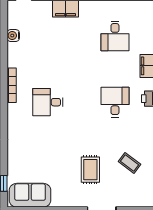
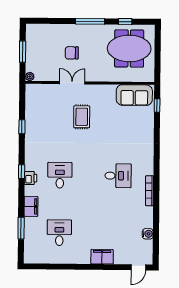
desk: (115, 102) -> (60, 175), turned 180
coffee table: (130, 163) -> (48, 122), removed

